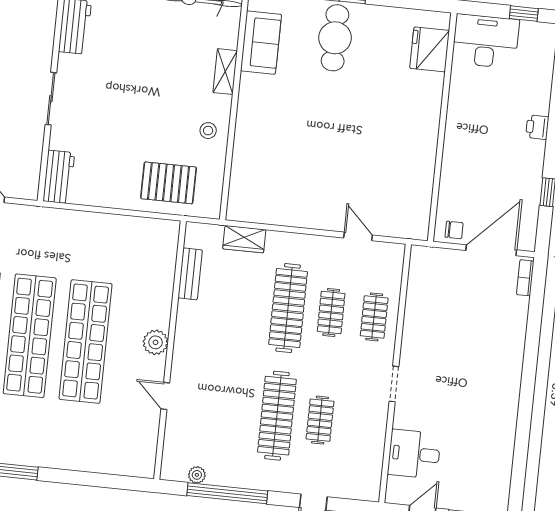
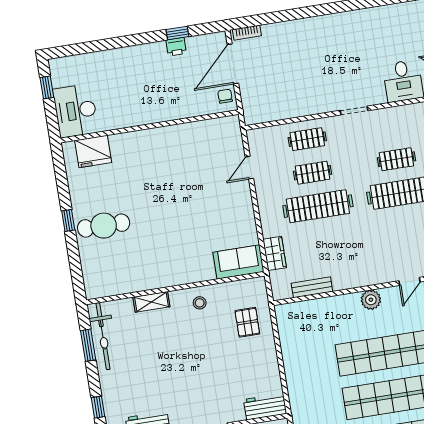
sofa: (261, 43) -> (238, 262), moved
printer: (537, 127) -> (176, 47), moved
pallet: (169, 183) -> (247, 322), width x0.67, depth x0.71
door: (491, 250) -> (233, 64), hinge flipped

